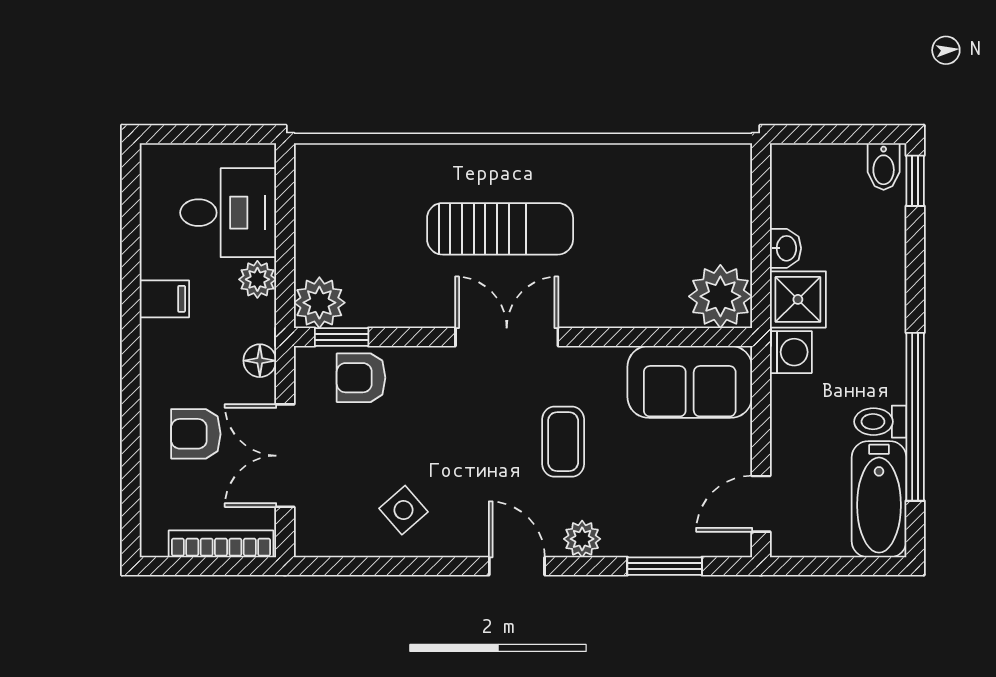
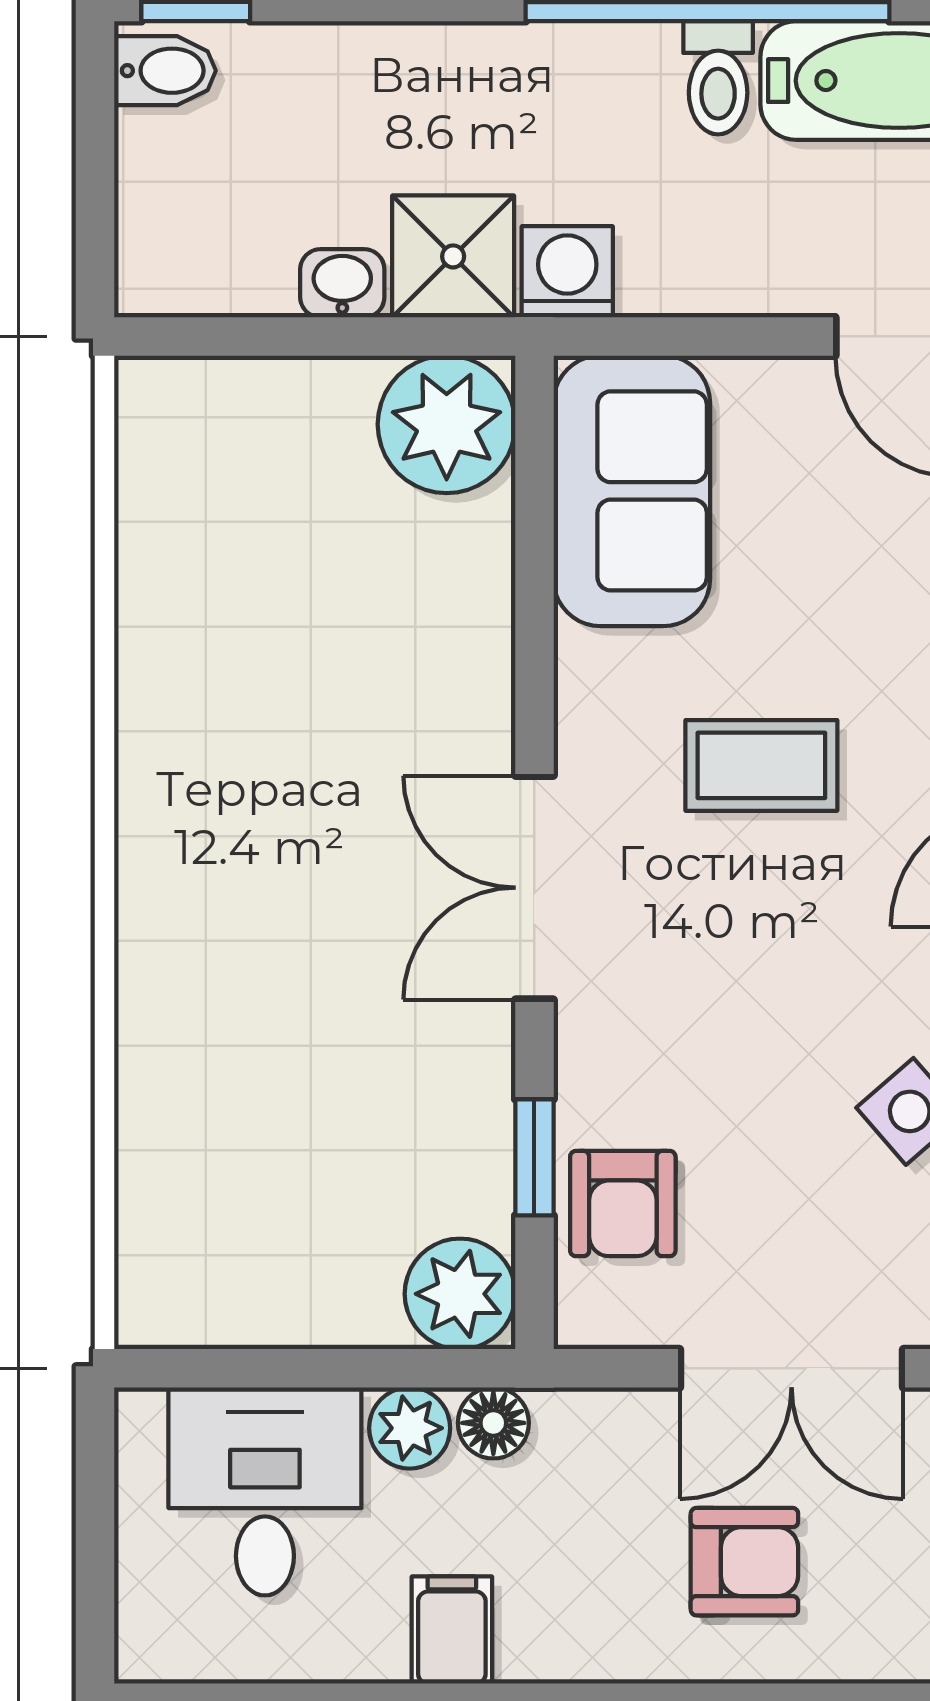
sun lounger: (500, 229) -> (300, 902), removed
window: (342, 337) -> (534, 1157), moved
floor lamp: (260, 361) -> (493, 1423), moved
armchair: (196, 434) -> (744, 1562), turned -90

